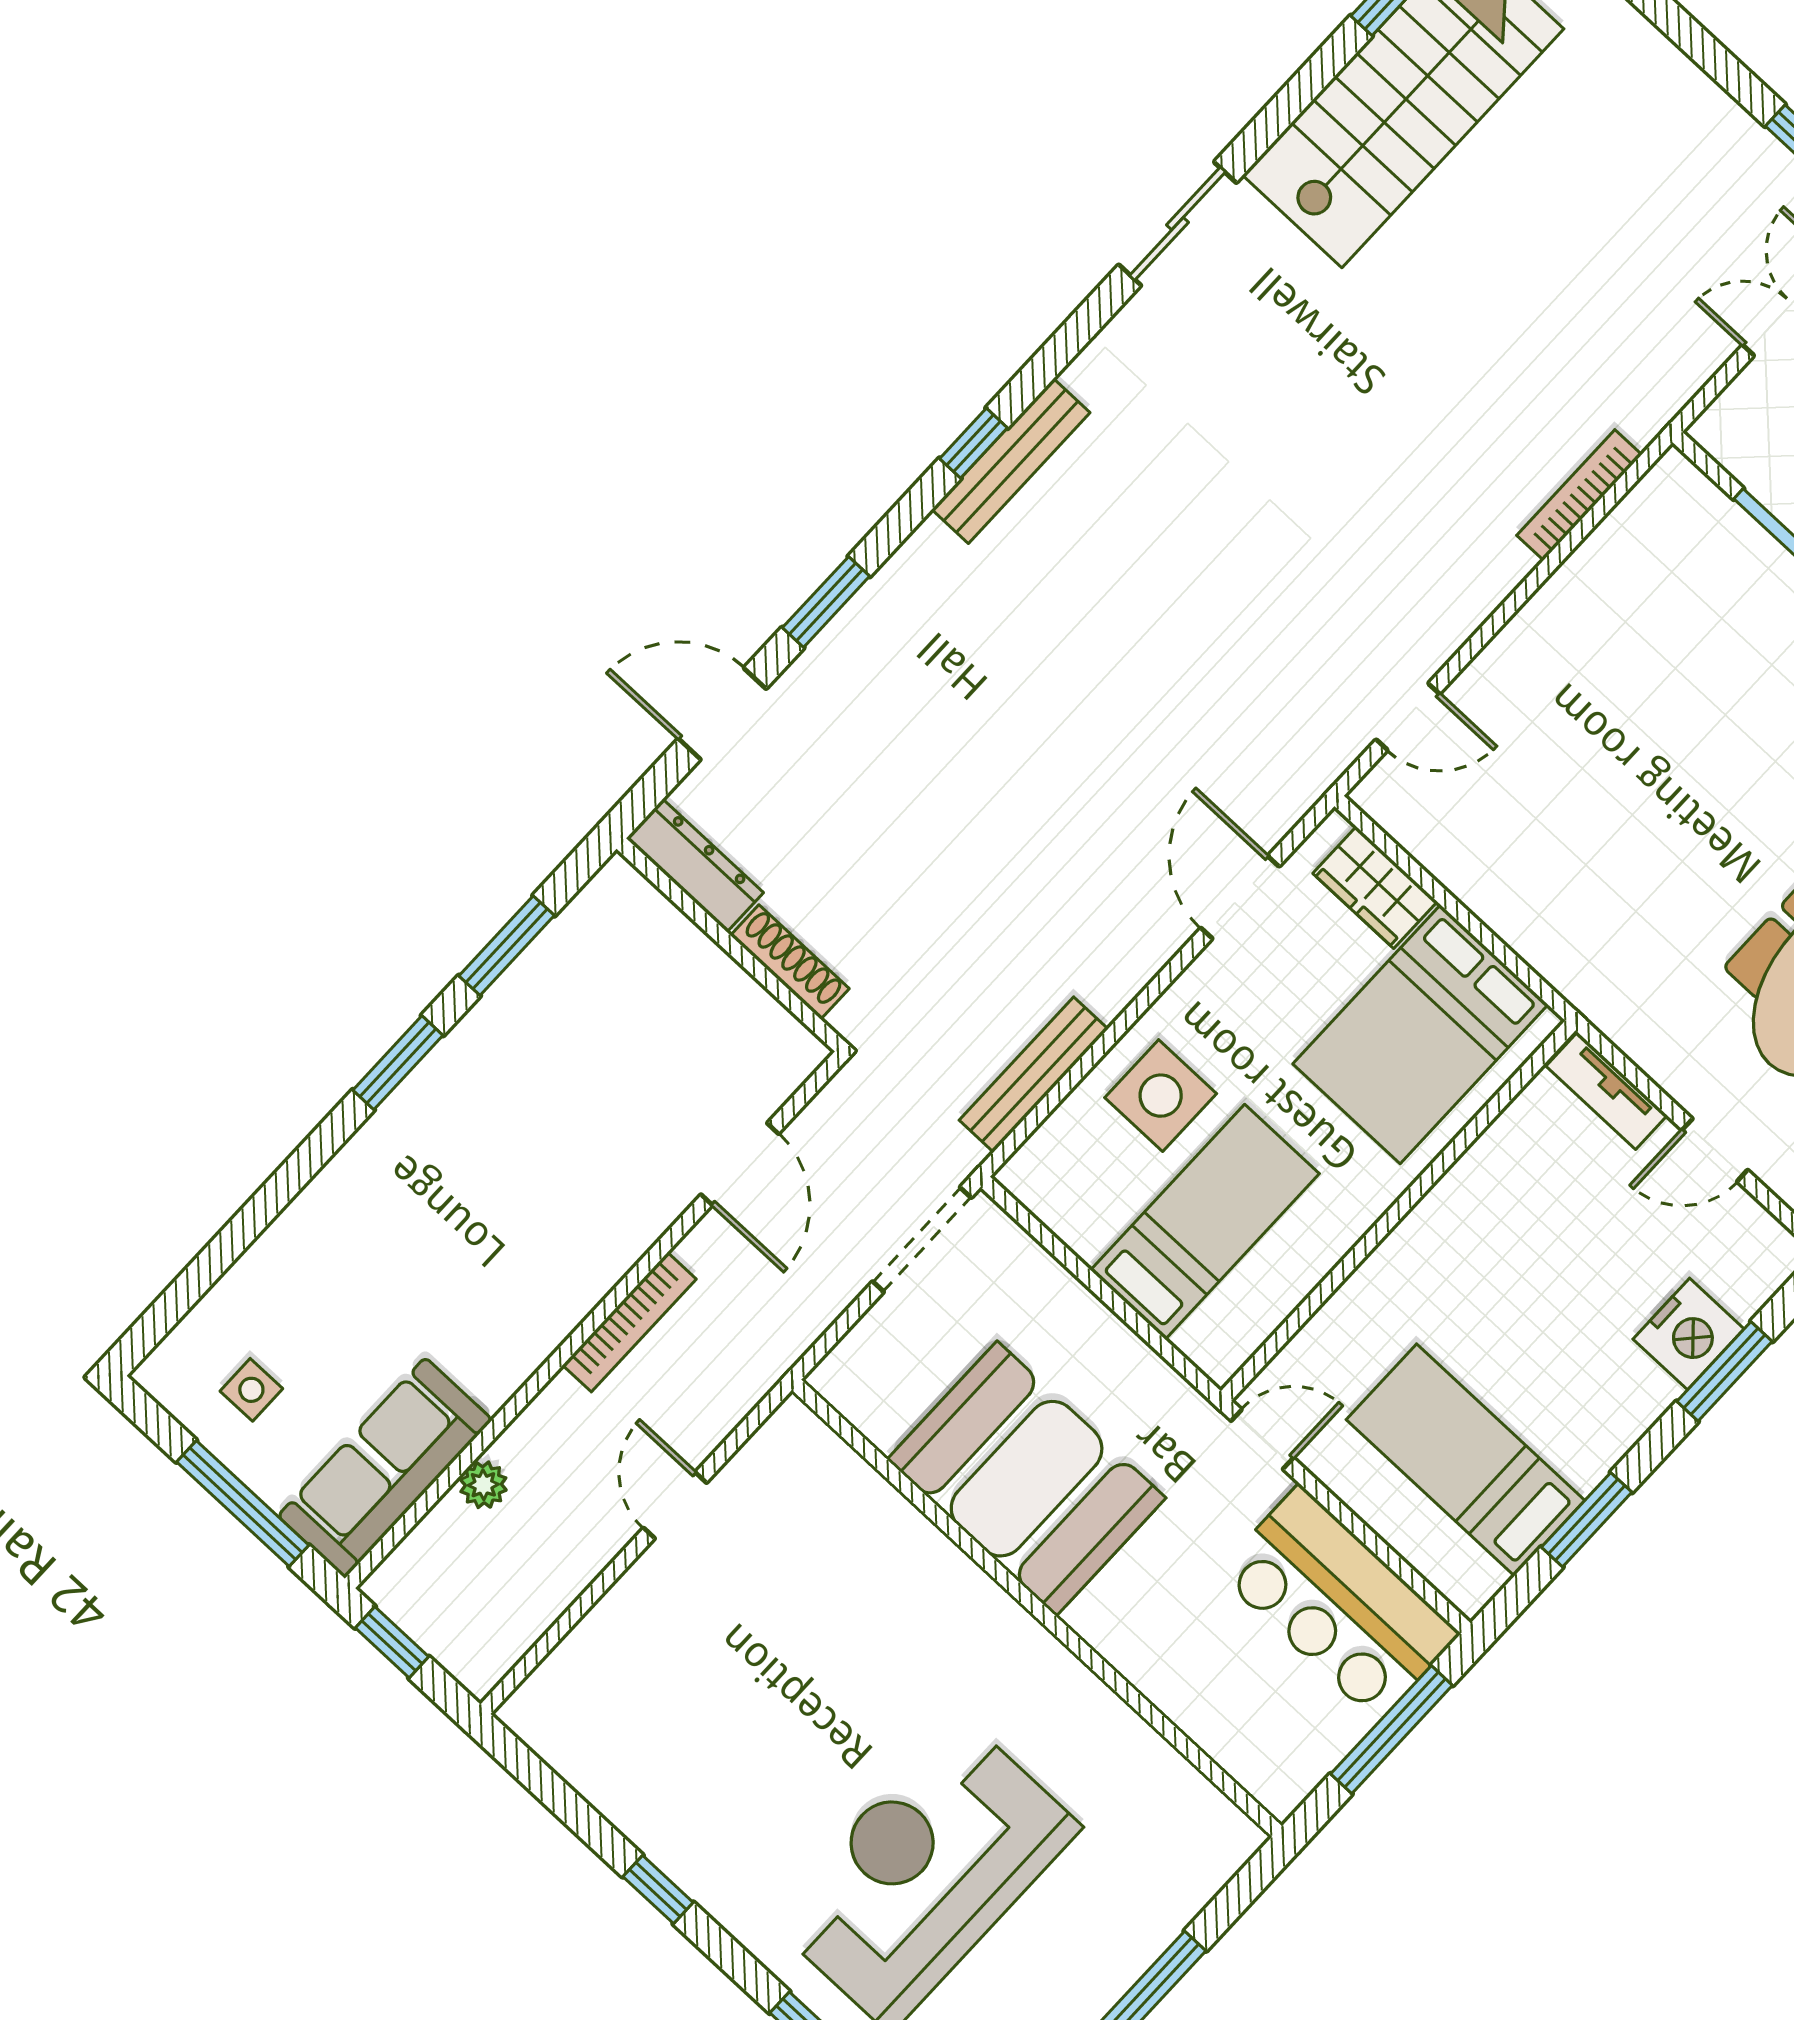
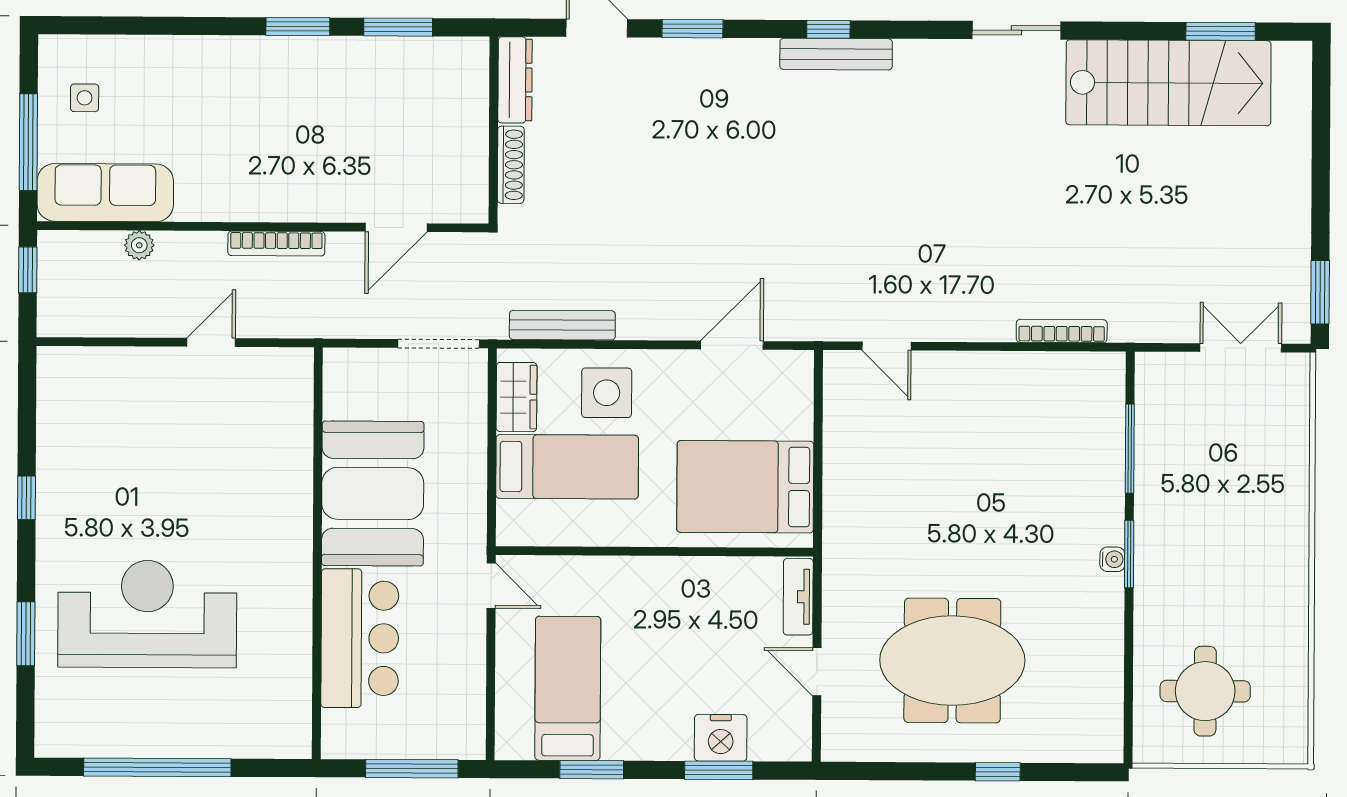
wardrobe: (1375, 887) -> (517, 397), moved, turned 180
bar counter: (1338, 1603) -> (360, 638), moved, turned 180

